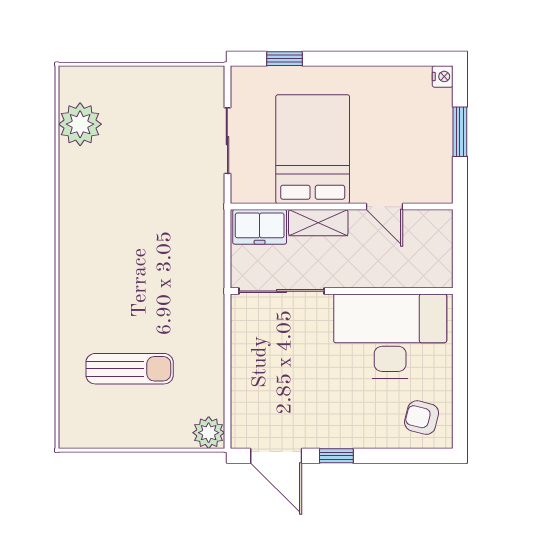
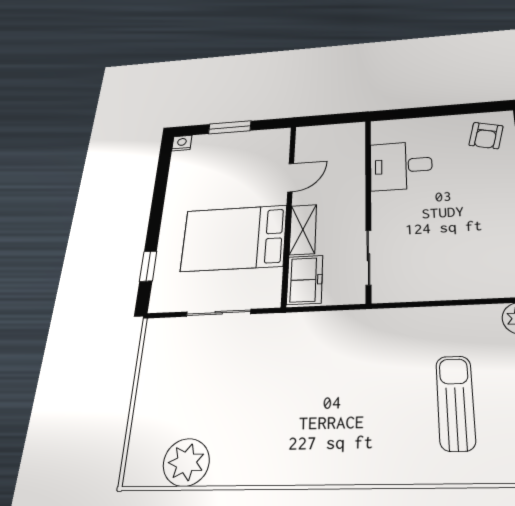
sliding door: (281, 291) -> (368, 257), width x0.73
desk: (390, 336) -> (401, 166), width x0.53, depth x0.77

